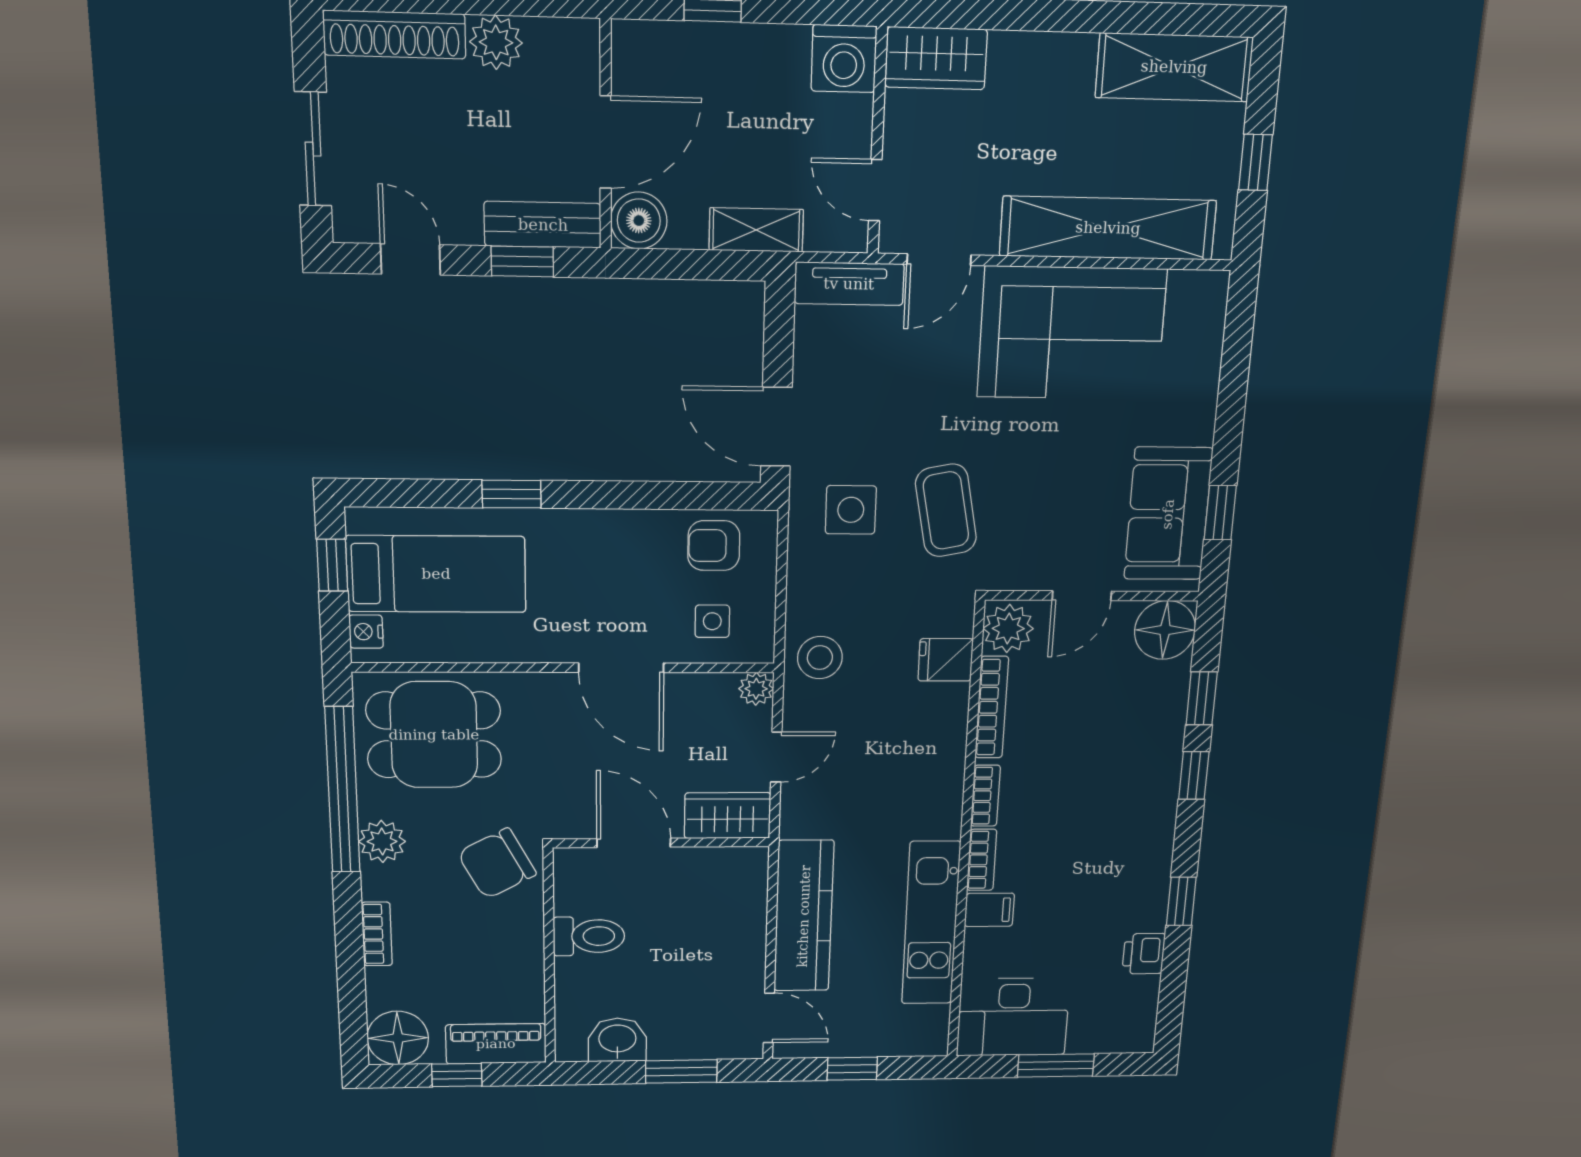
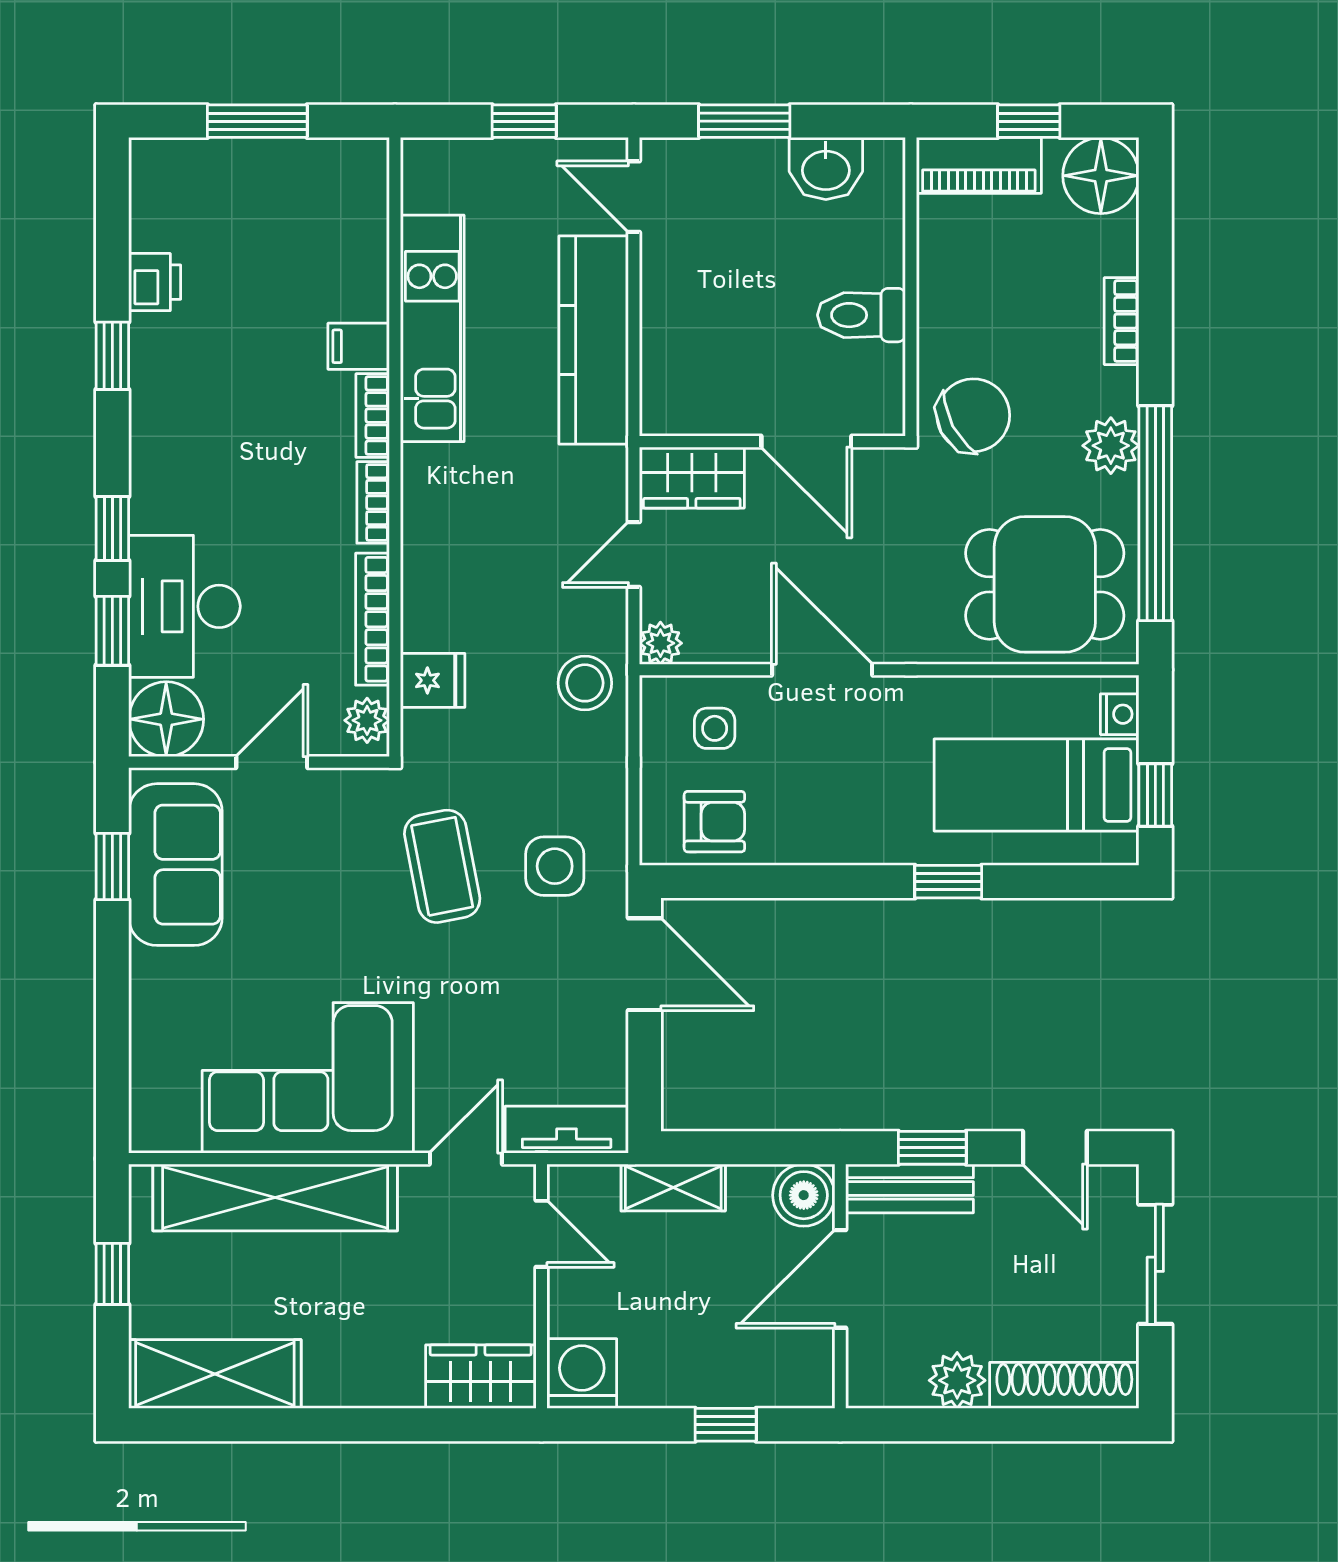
plant: (1008, 629) -> (367, 720), width x0.73, depth x0.73
desk: (1013, 1017) -> (184, 606), moved, turned -90

